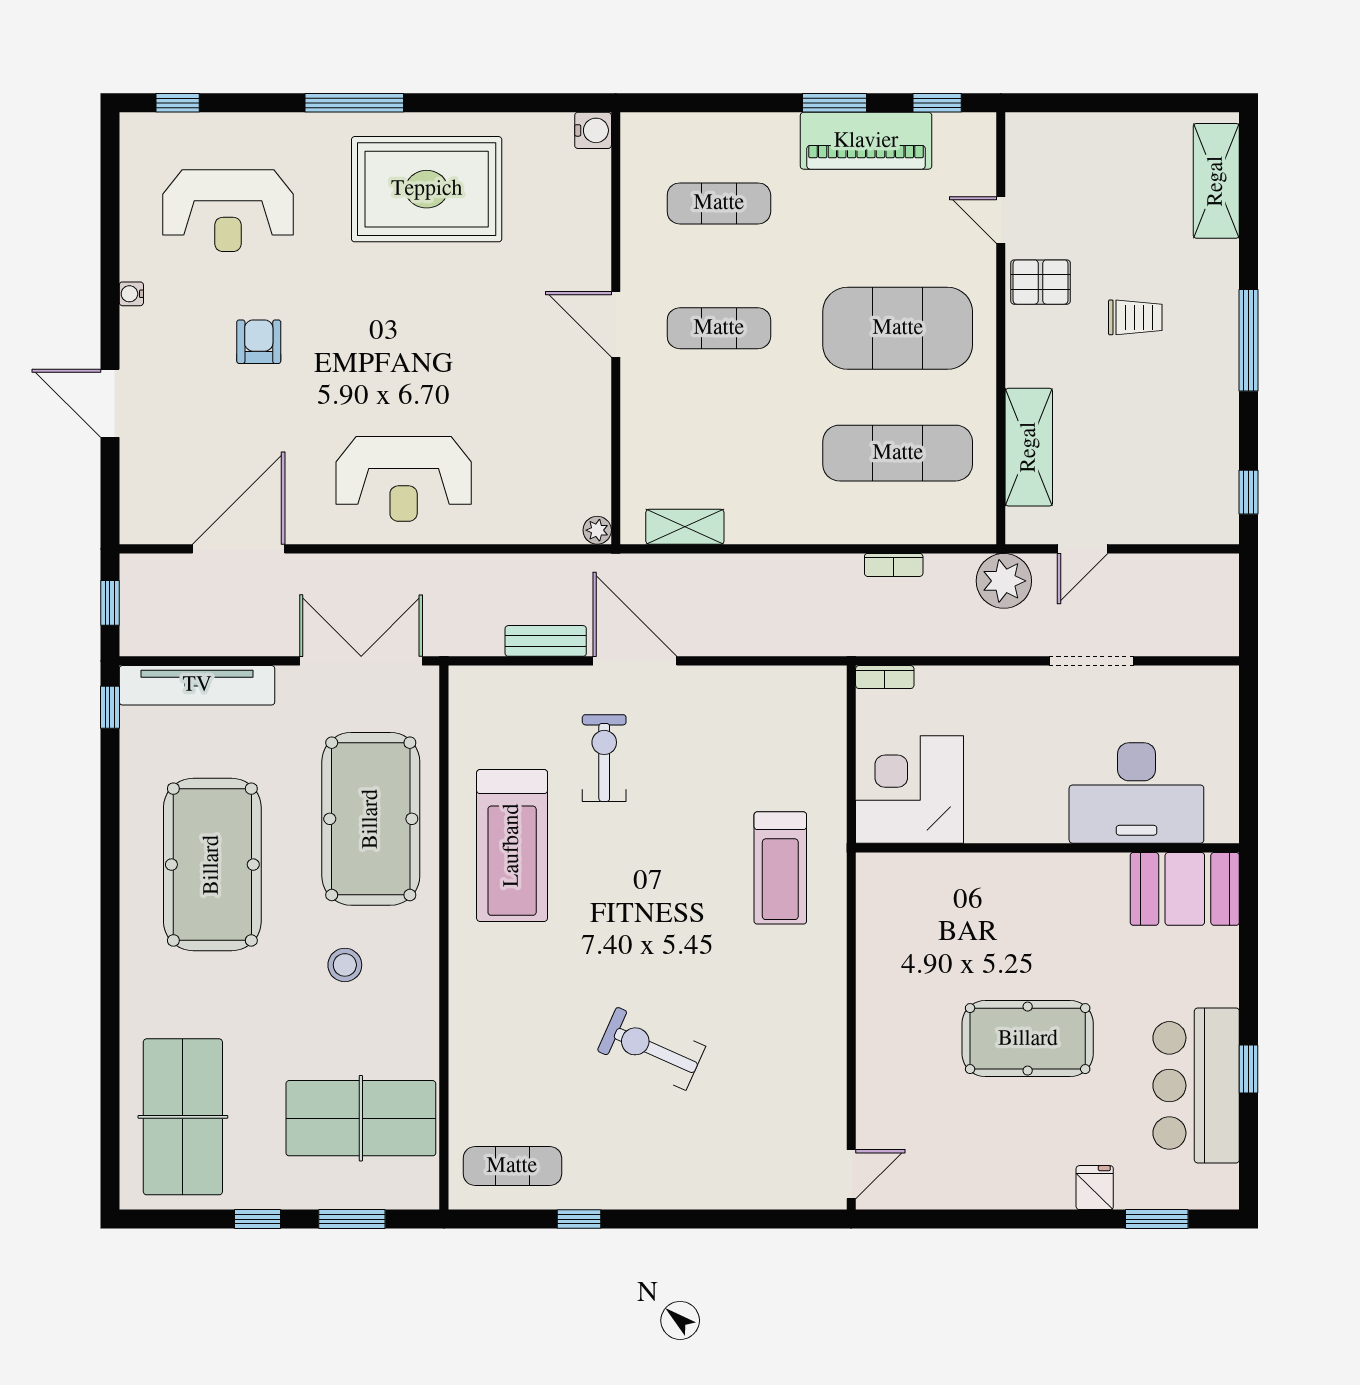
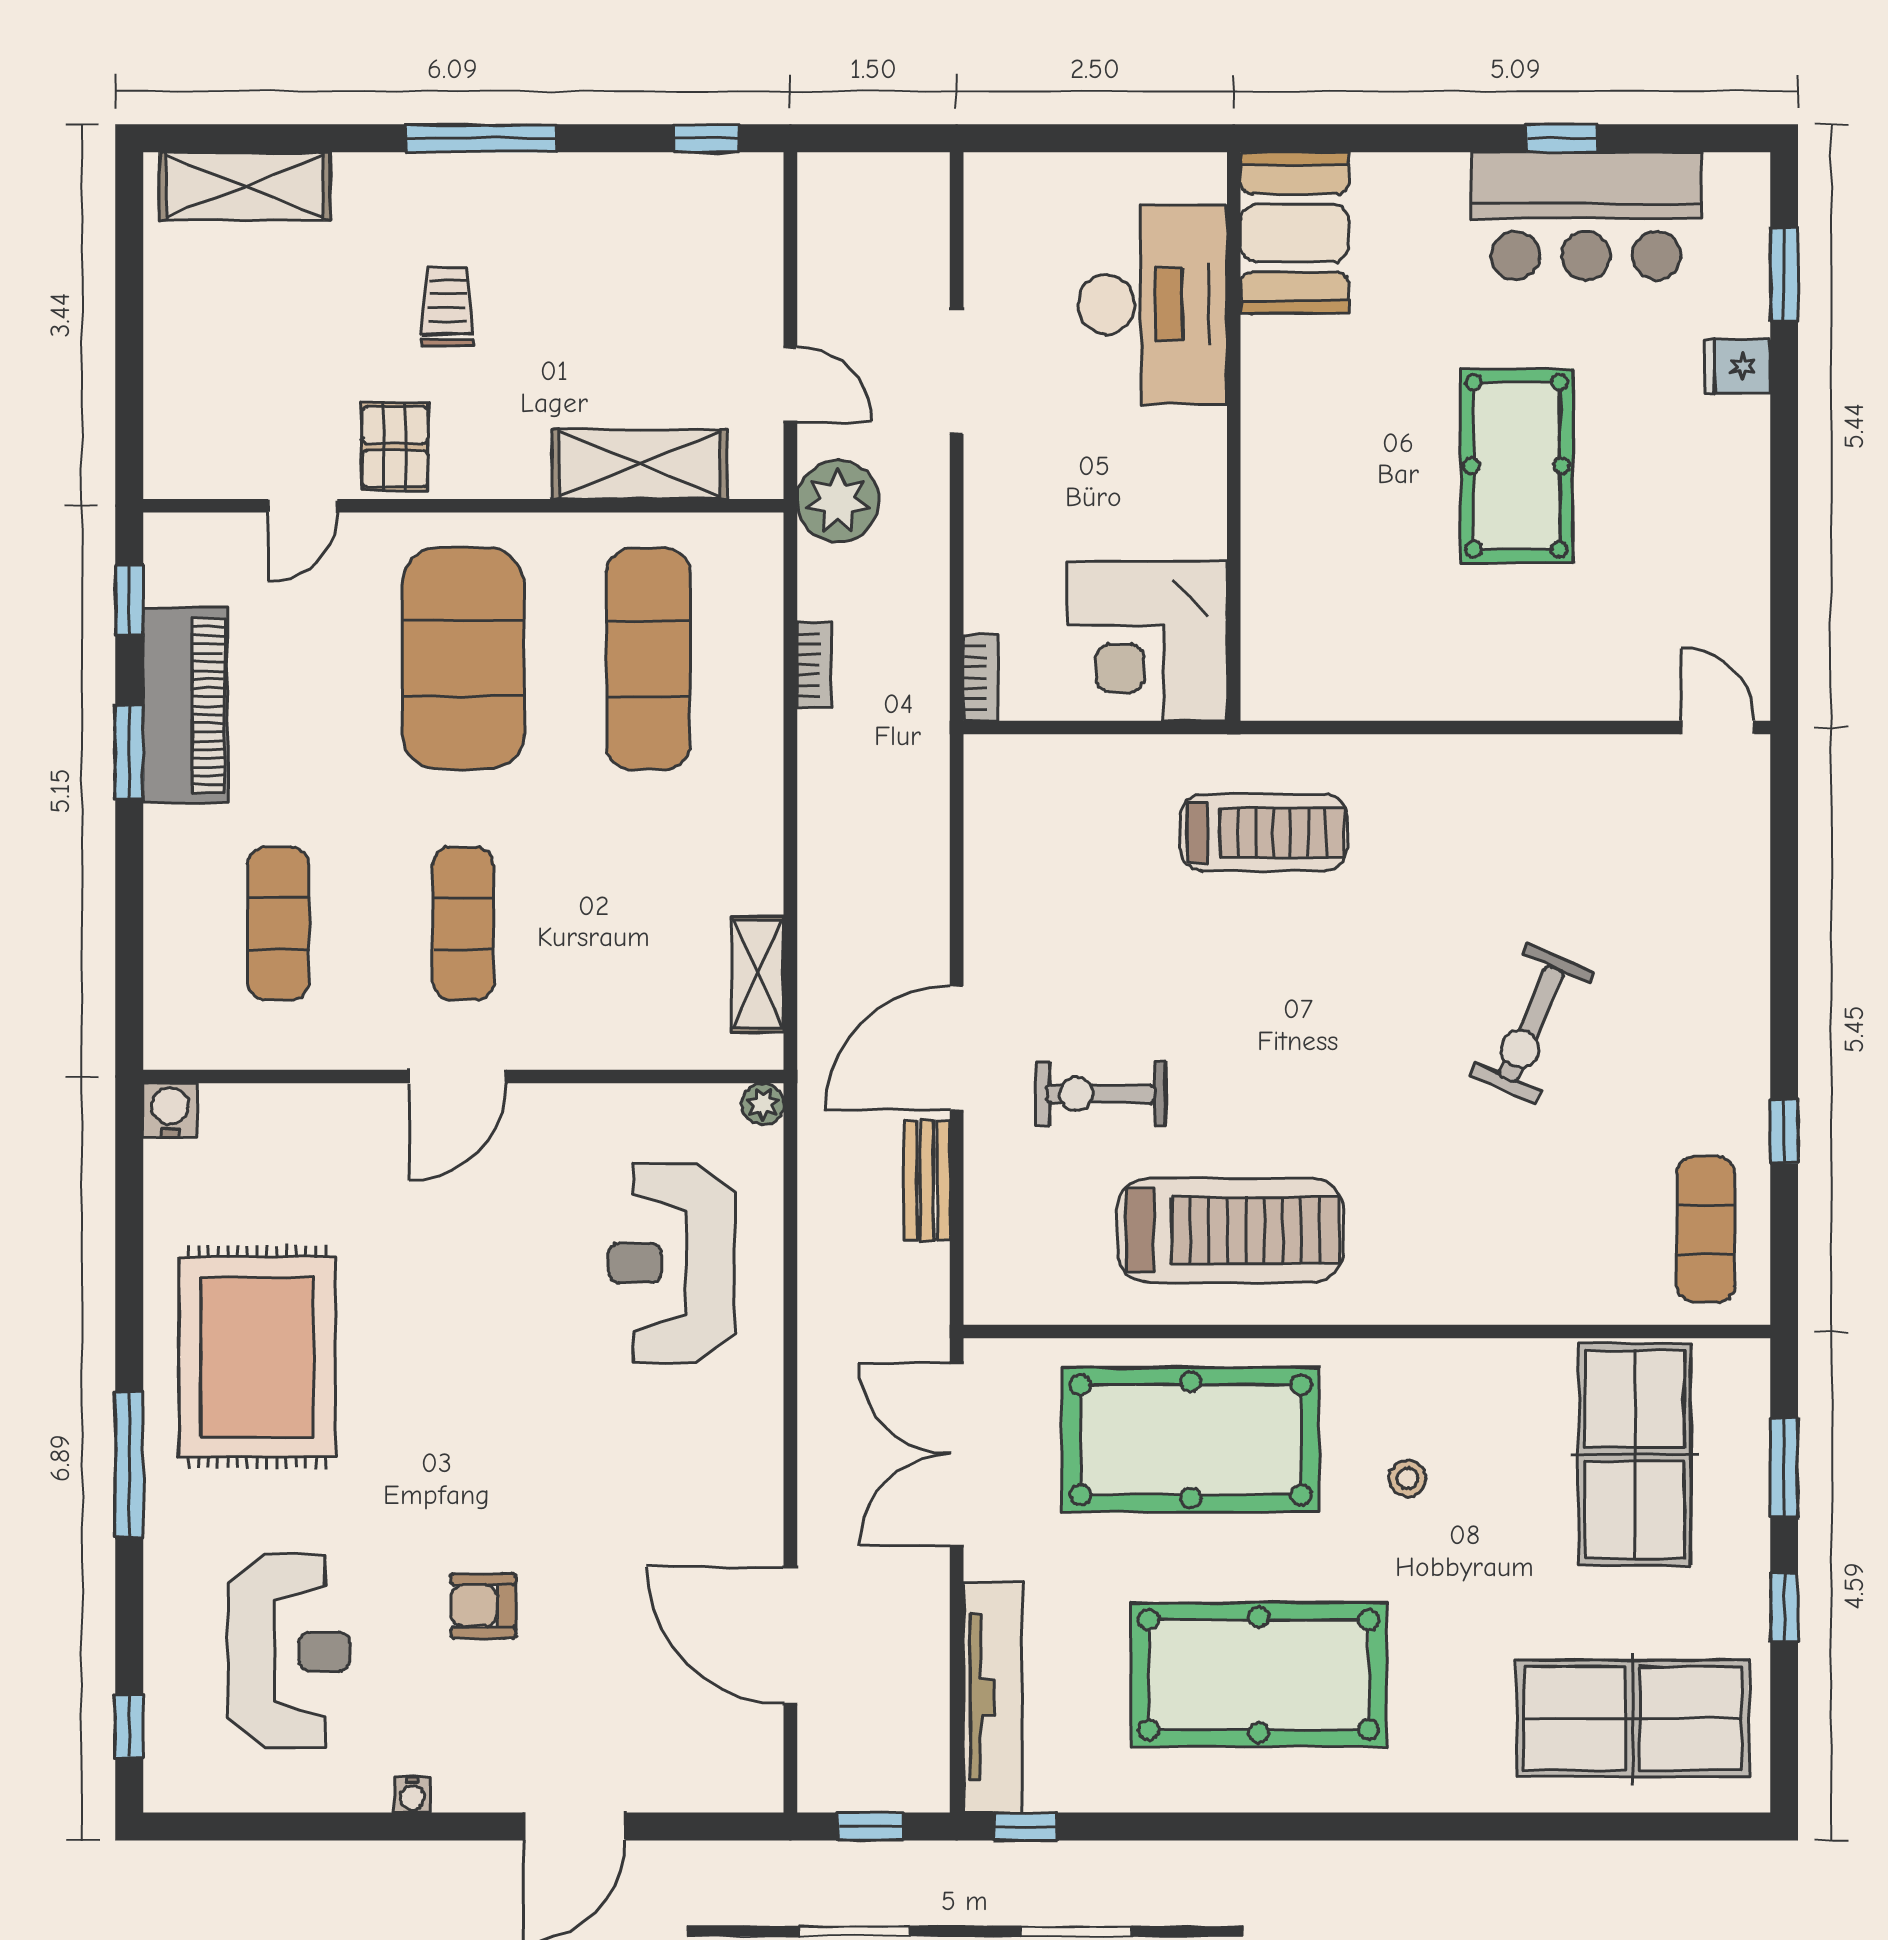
reception desk: (404, 479) -> (672, 1263), moved, turned 180
stool: (345, 965) -> (1407, 1478), width x0.73, depth x0.73

